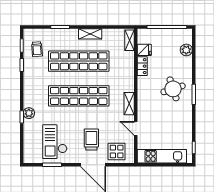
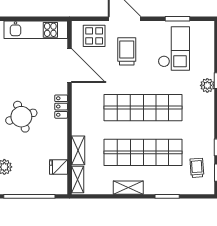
locker: (142, 66) -> (61, 107), moved
shelving: (129, 104) -> (78, 150), moved
door: (136, 128) -> (69, 66), width x1.88
trolley: (91, 139) -> (127, 51), turned 180

